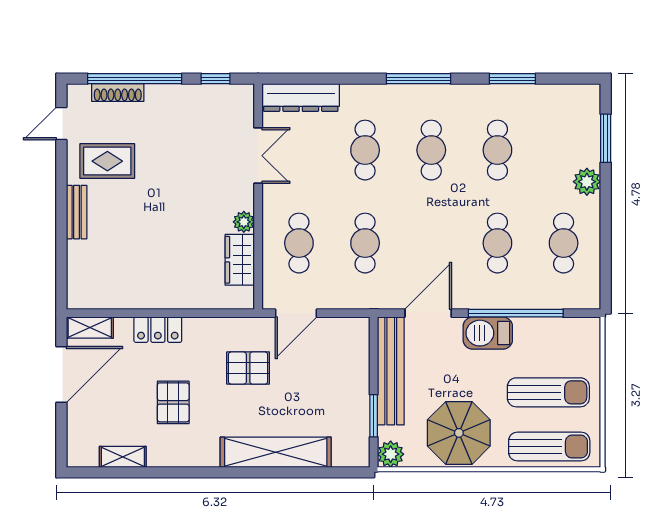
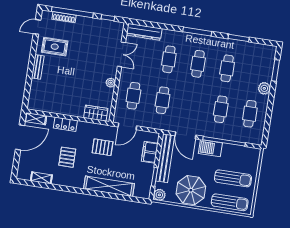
wardrobe: (240, 260) -> (96, 113), moved, turned 90
door: (428, 313) -> (185, 135), swing flipped
filing cabinet: (354, 363) -> (150, 152), added

